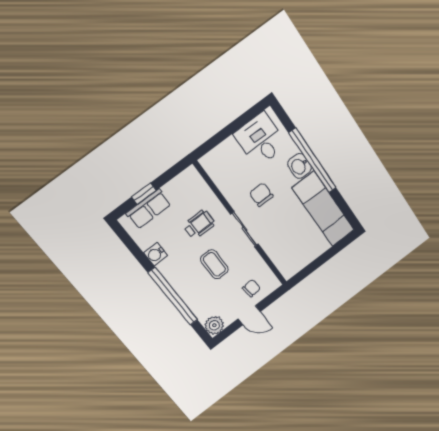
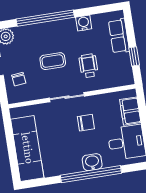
filing cabinet: (224, 153) -> (130, 111), added
window: (144, 194) -> (134, 56), moved
exam couch: (323, 209) -> (27, 148), moved, turned 90
wheelchair: (199, 224) -> (89, 66), turned 180

